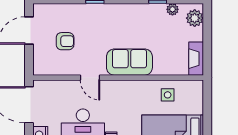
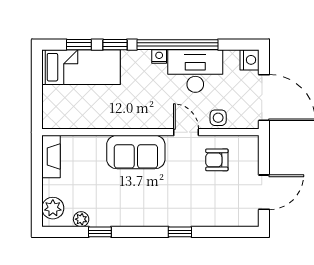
armchair: (65, 41) -> (217, 160), moved
side table: (168, 95) -> (218, 118), moved

